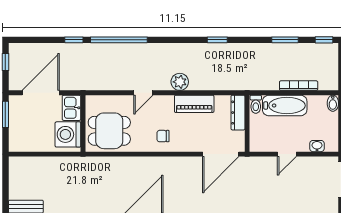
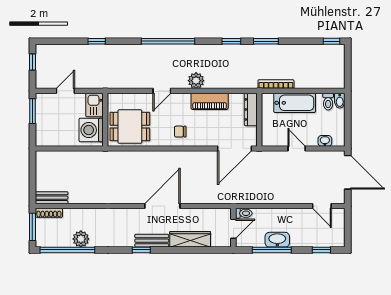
window: (119, 40) -> (168, 41), moved
window: (285, 40) -> (266, 41), moved
bookcase: (299, 86) -> (276, 84), moved
door: (41, 93) -> (65, 91), width x0.53
toilet: (256, 104) -> (328, 102), moved
door: (287, 154) -> (297, 148), swing flipped

